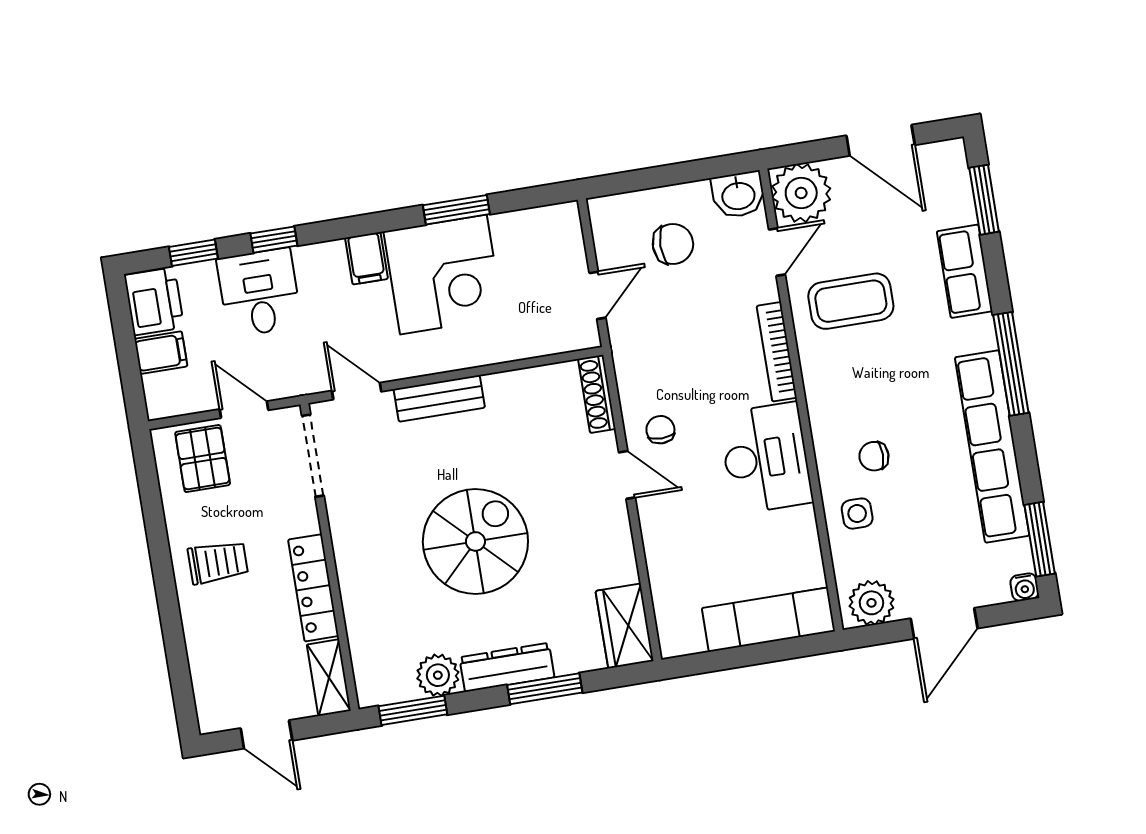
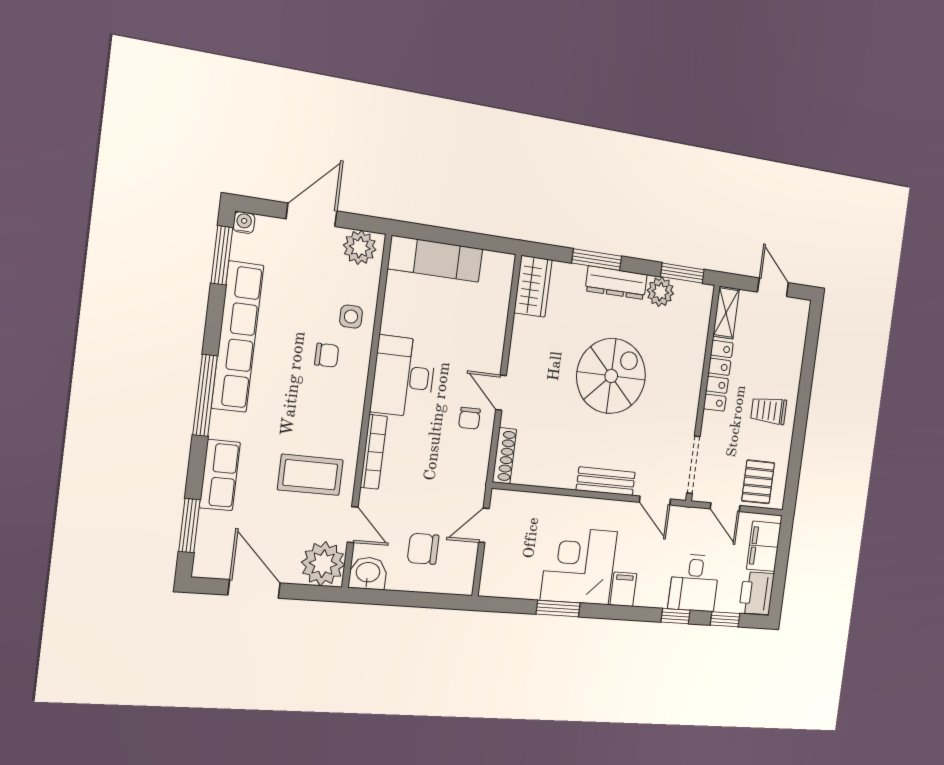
door: (777, 252) -> (353, 525), swing flipped
filing cabinet: (161, 353) -> (764, 546), width x2.00
spiral stairs: (475, 541) -> (611, 376), turned 180

